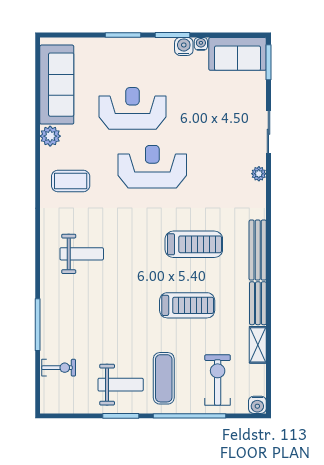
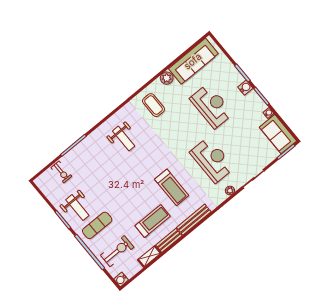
water cooler: (184, 46) -> (245, 88), moved
reception desk: (152, 167) -> (212, 160), moved
treadmill: (187, 305) -> (153, 221), moved, turned -90

